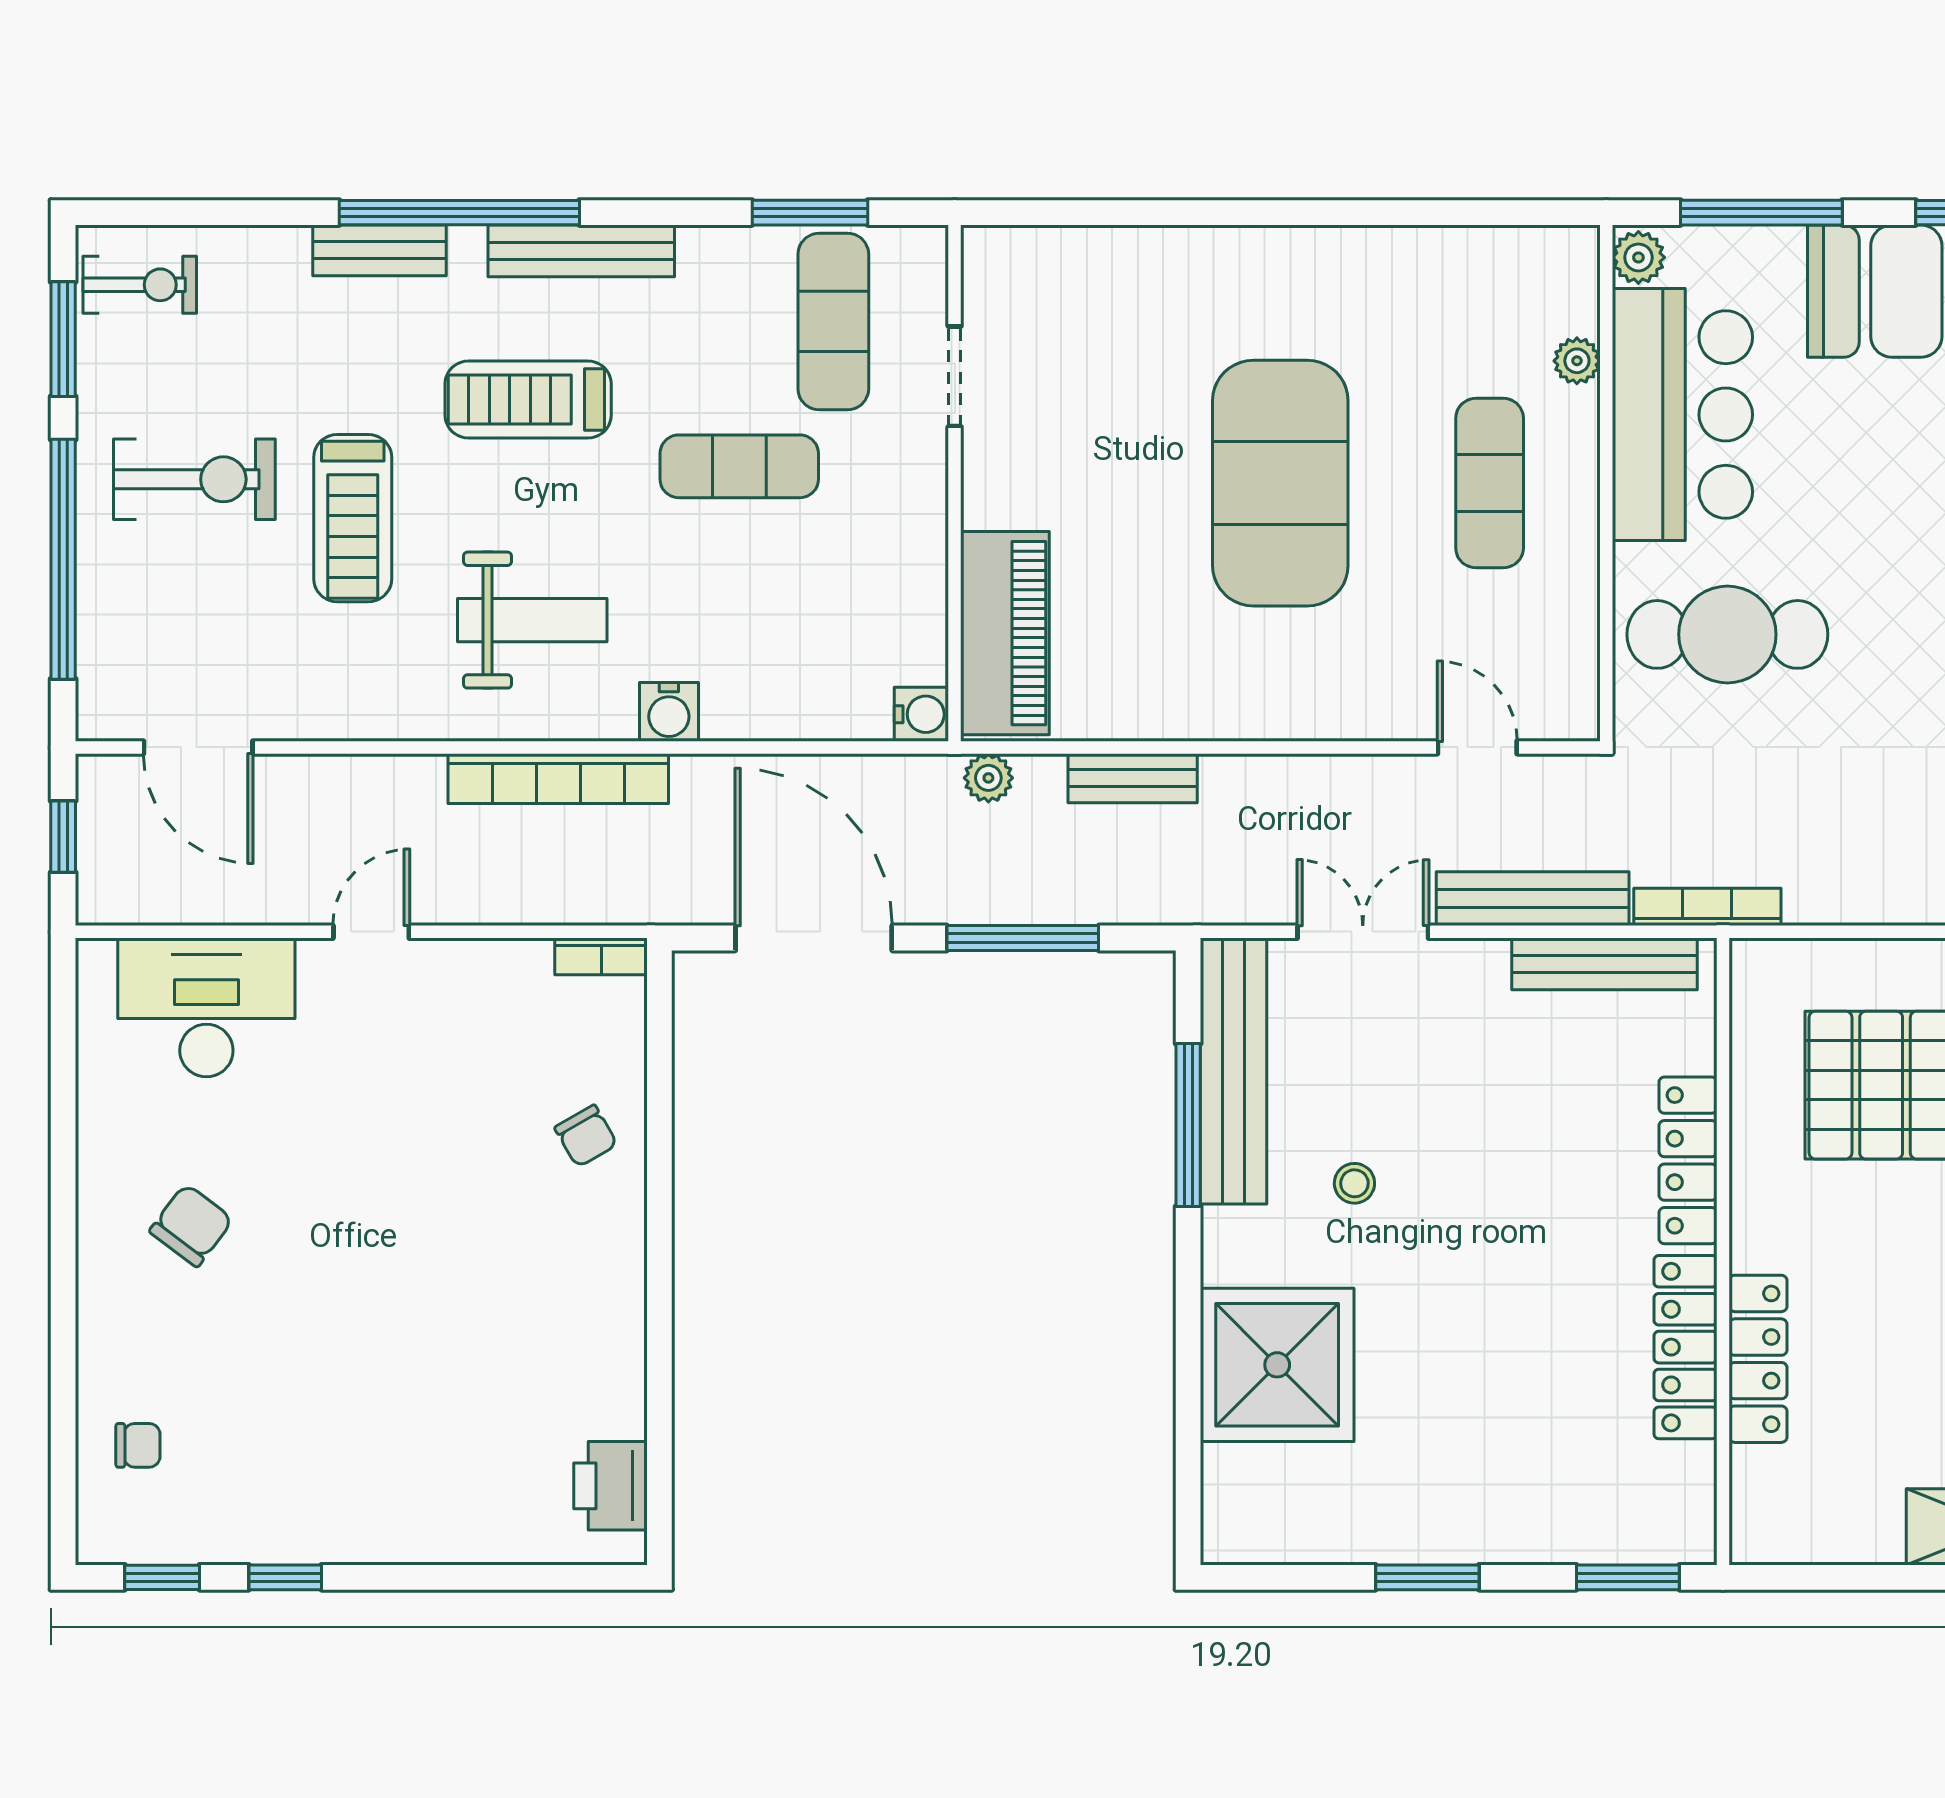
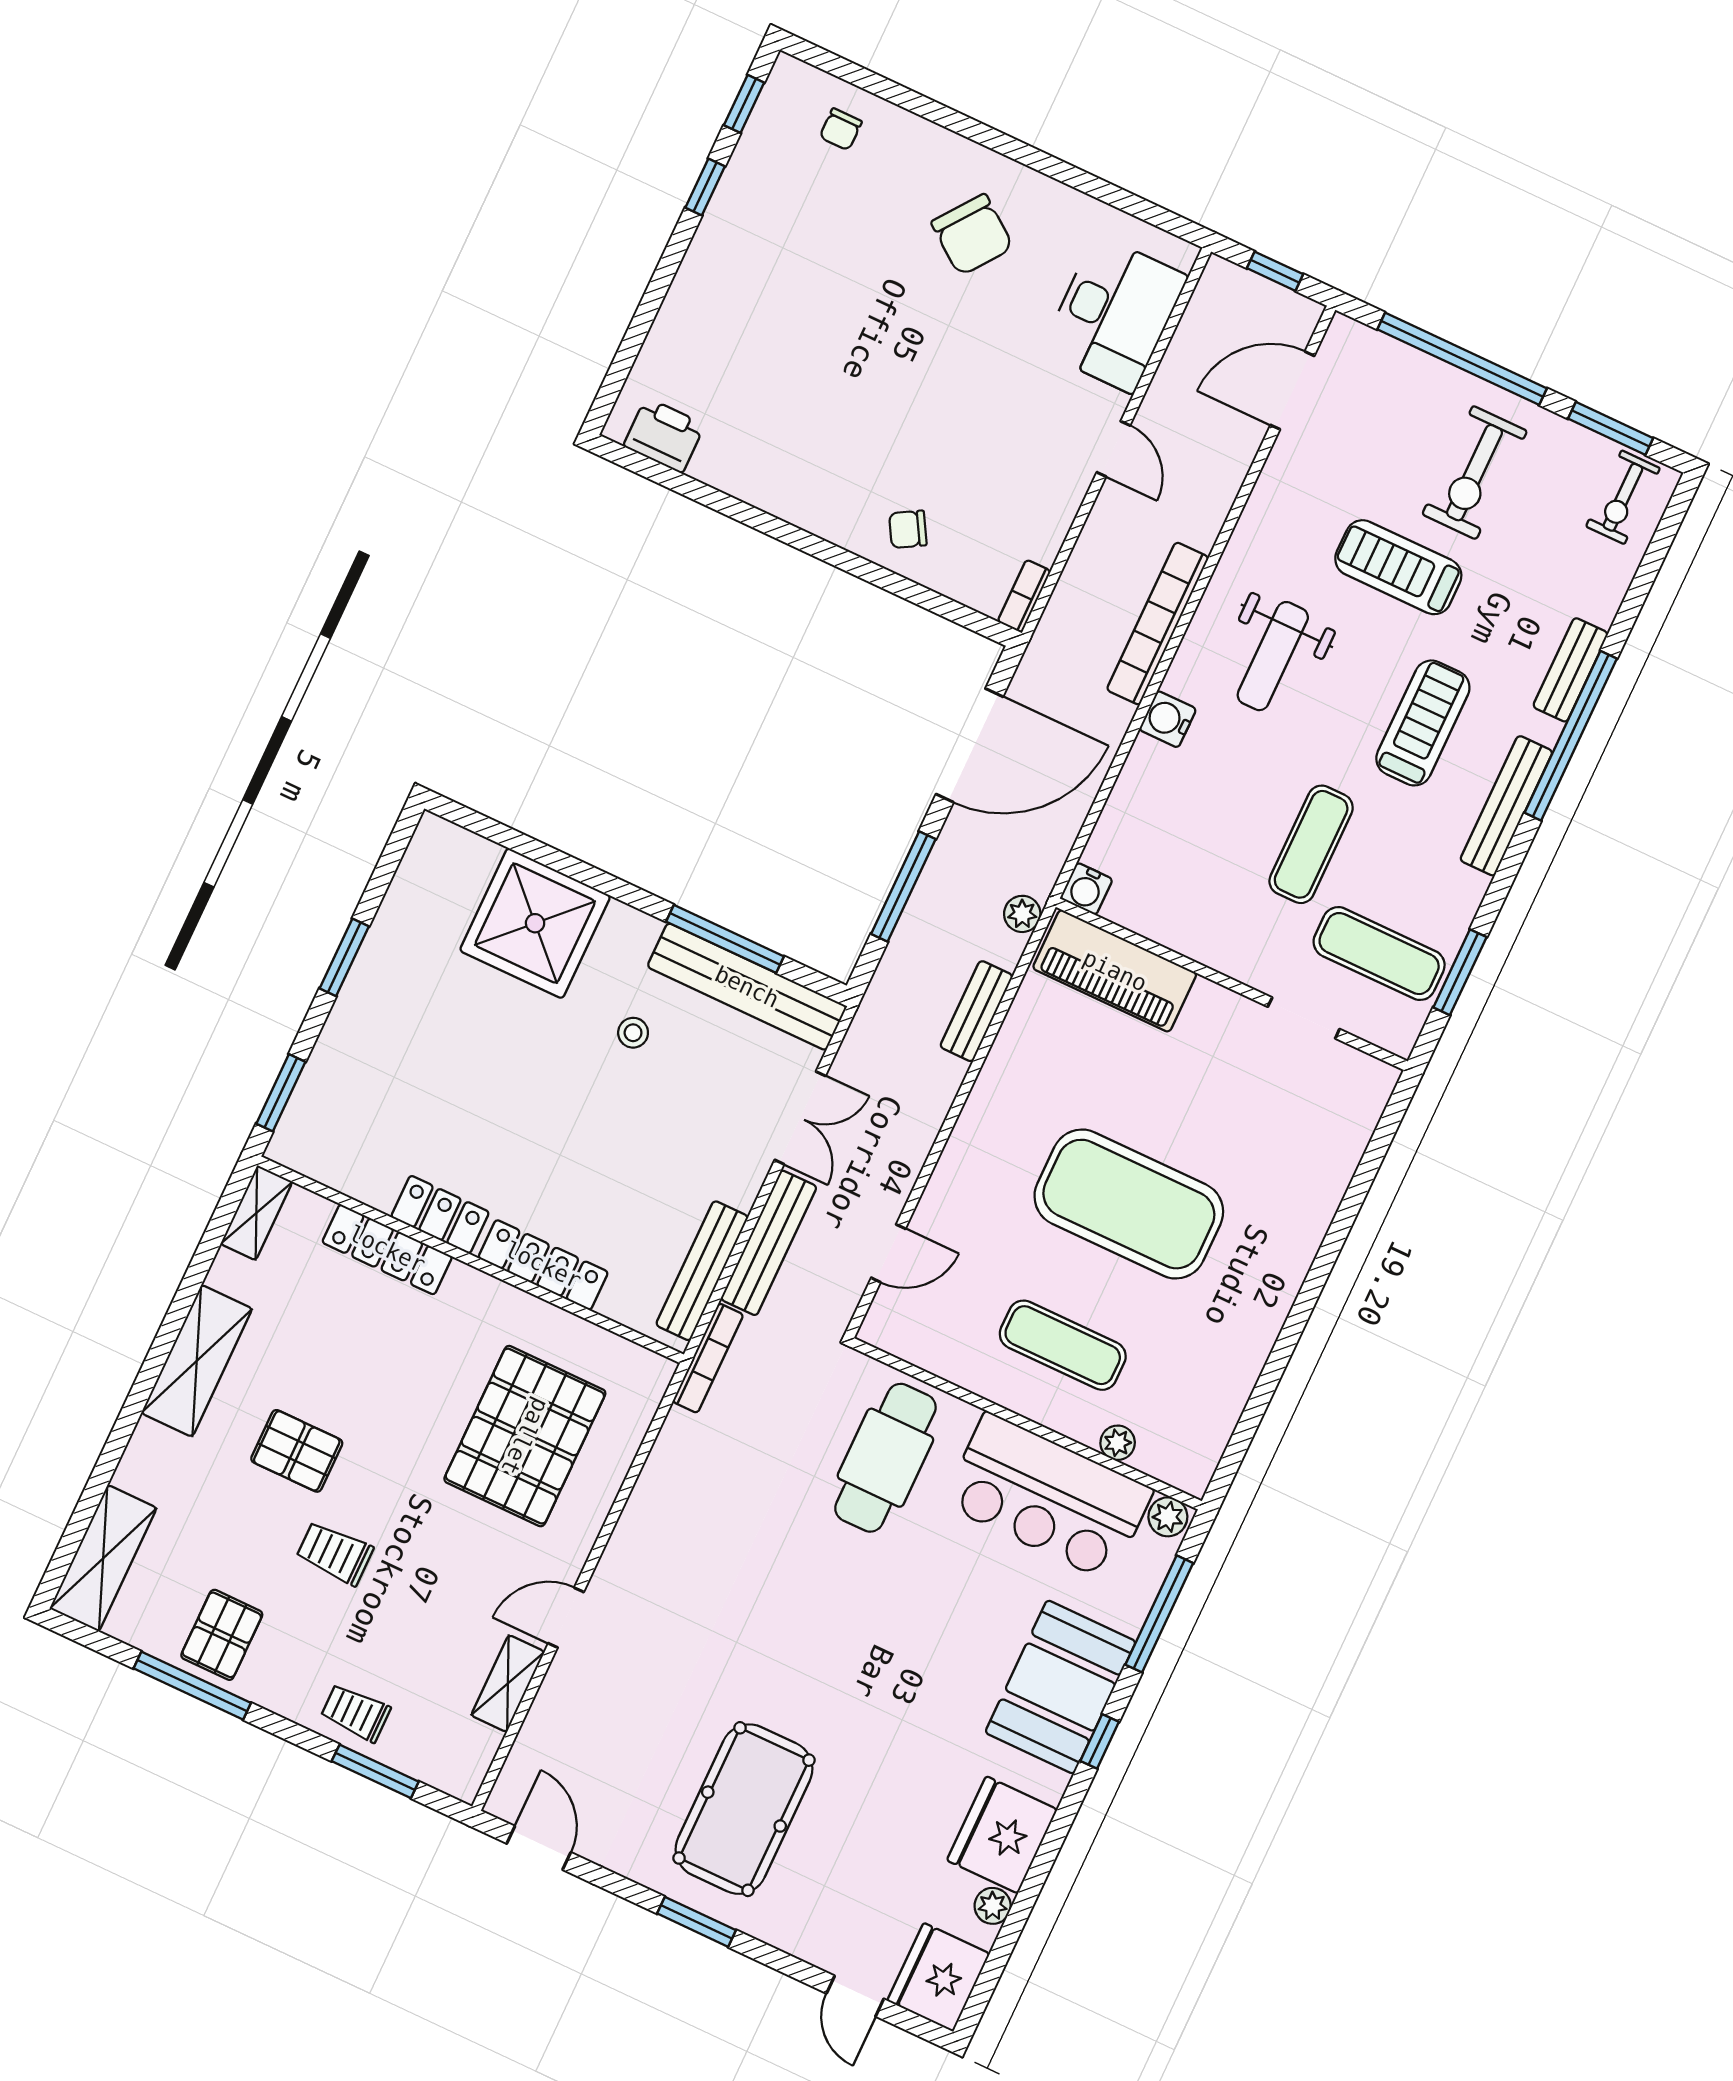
chair: (191, 1225) -> (972, 235), width x1.37, depth x1.37
locker: (1685, 1347) -> (440, 1215), width x0.66
shelving: (1788, 1539) -> (256, 1213), added

